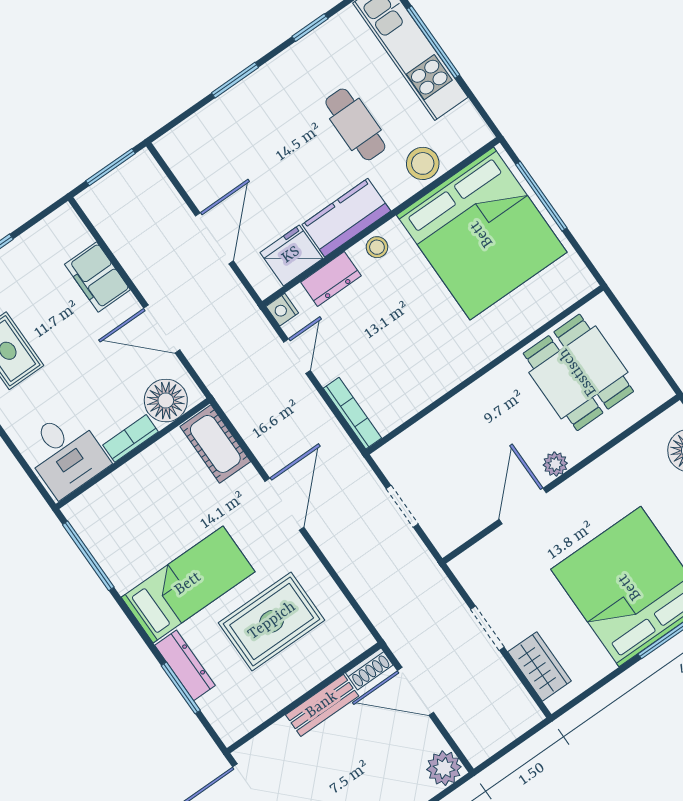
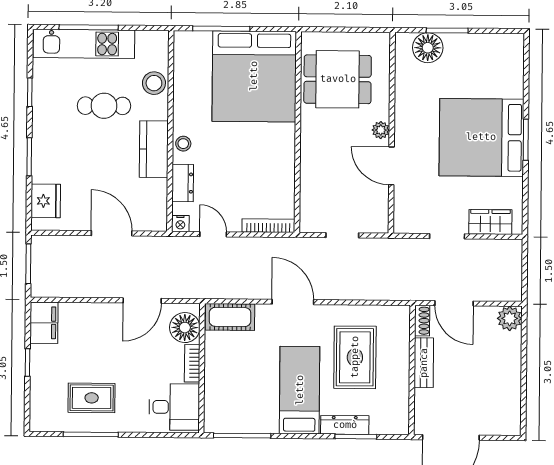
bed: (482, 234) -> (254, 76), moved, turned 90
fridge: (291, 255) -> (46, 201), moved, turned 180
filing cabinet: (97, 277) -> (44, 323), moved, turned -90
door: (416, 691) -> (454, 303), hinge flipped

